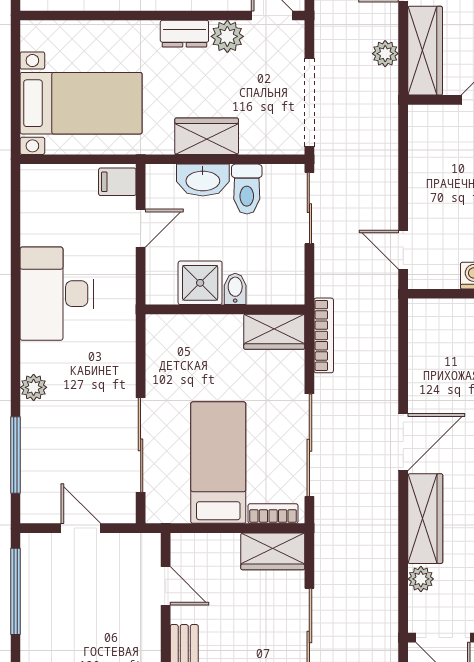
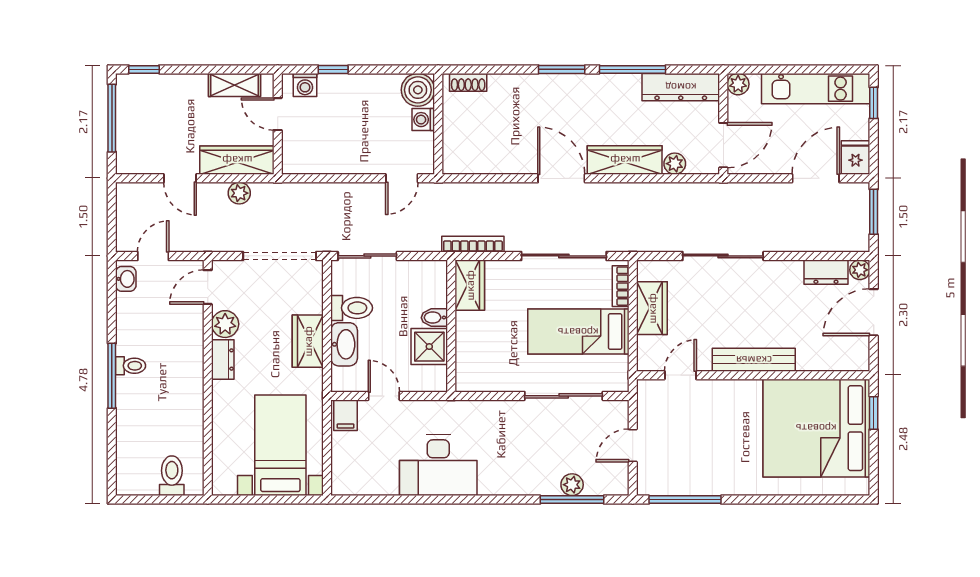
plant: (34, 387) -> (572, 485), moved
wardrobe: (273, 551) -> (652, 308), moved

